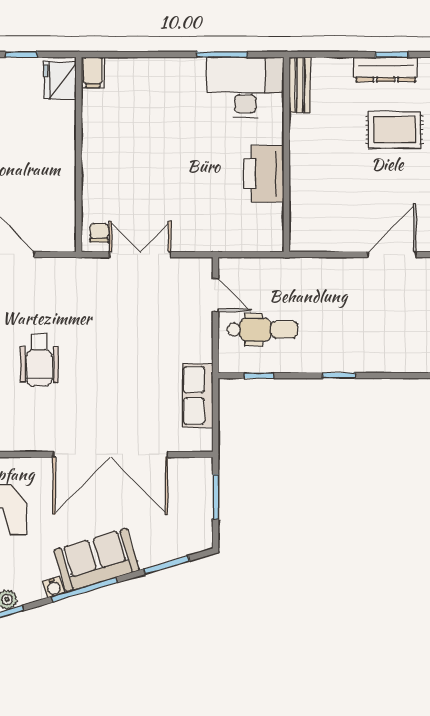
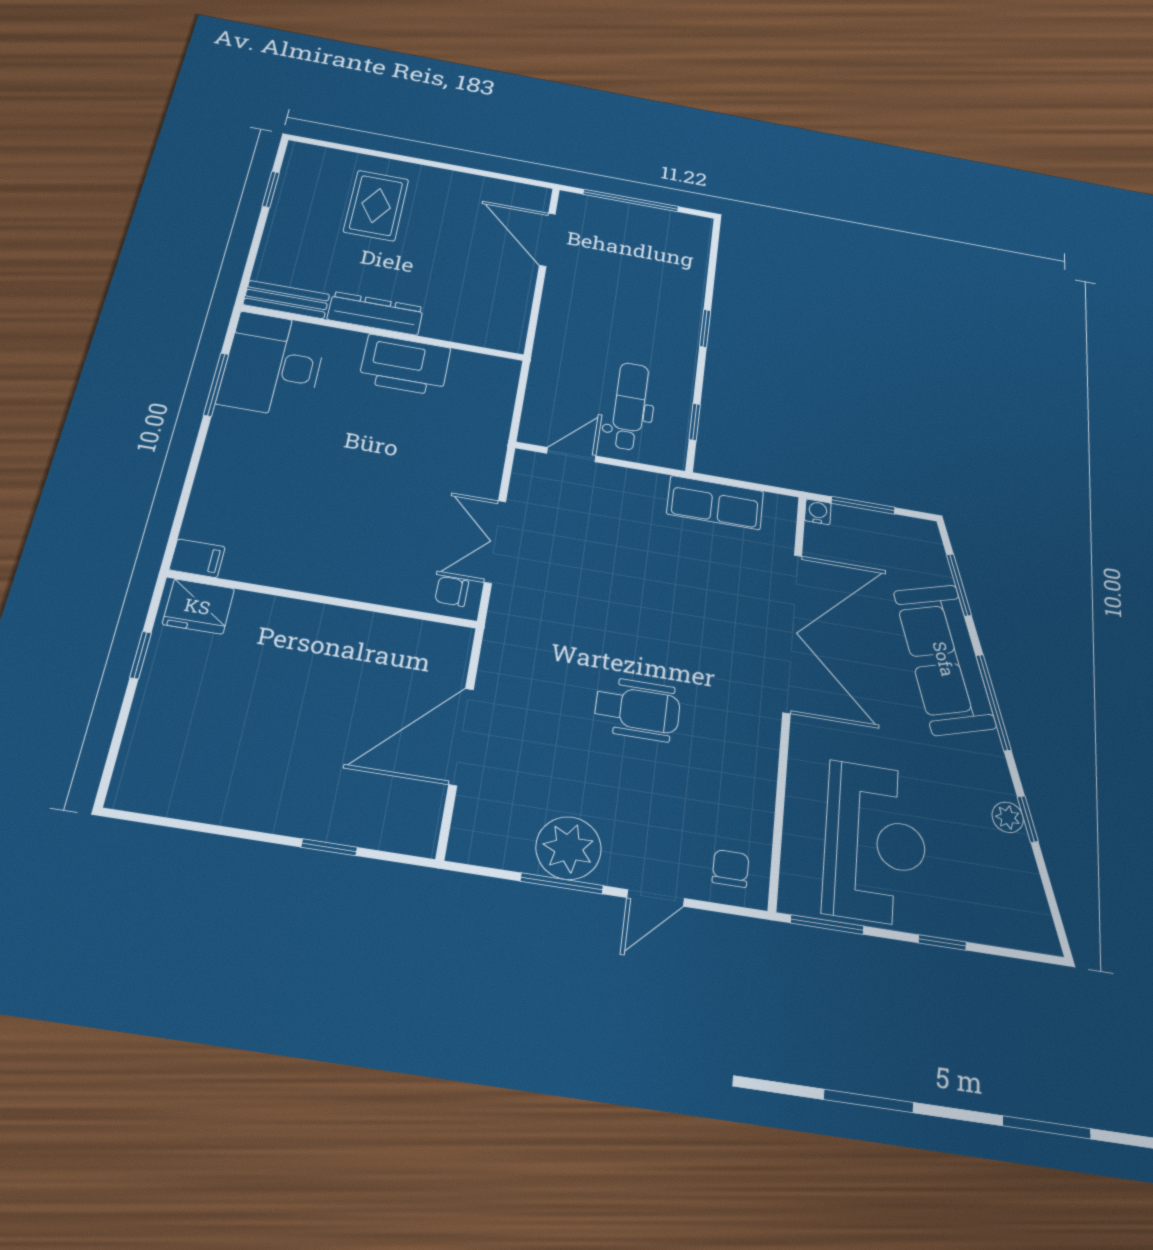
dresser: (386, 69) -> (375, 313), moved, turned -90
sofa: (97, 560) -> (944, 659), width x1.36
water cooler: (53, 587) -> (818, 512), moved, turned -73

